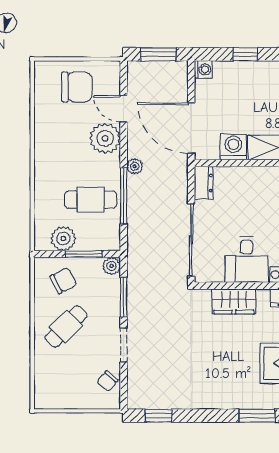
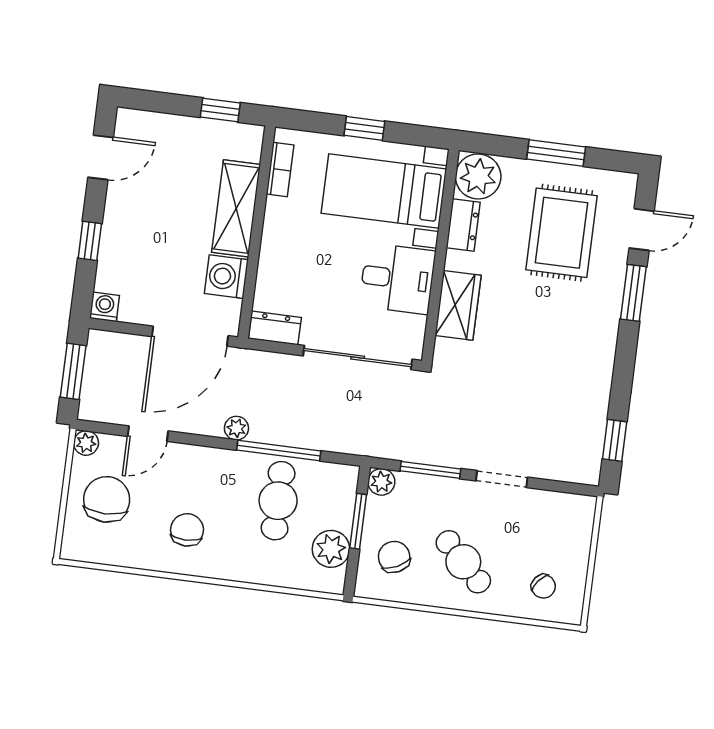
plant: (105, 138) -> (86, 443), moved, width x0.53, depth x0.53
chair: (64, 142) -> (187, 530), added
chair: (108, 381) -> (543, 586), moved

